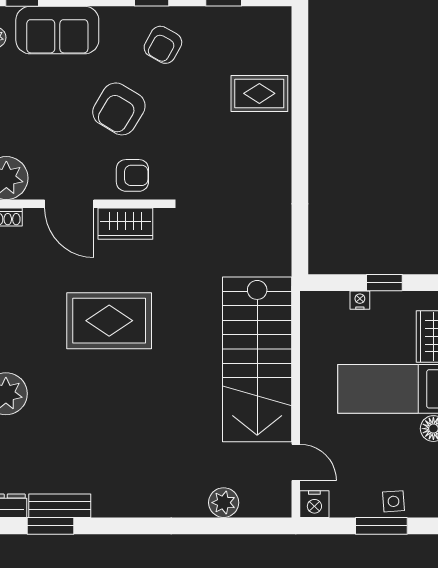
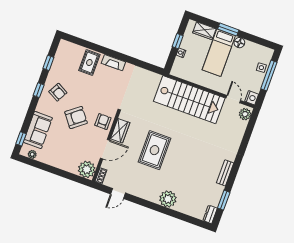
armchair: (119, 109) -> (76, 118), turned -69
fireplace: (280, 150) -> (113, 63), added
door: (296, 462) -> (233, 99), hinge flipped
plant: (224, 503) -> (245, 114), moved
bench: (60, 506) -> (225, 173), moved
window: (381, 526) -> (269, 76), width x1.44

